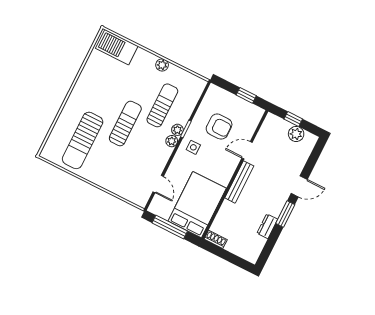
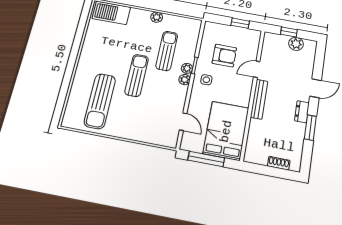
window: (285, 214) -> (310, 128), moved
dresser: (267, 226) -> (302, 112), moved
shoe rack: (216, 239) -> (279, 163), moved

